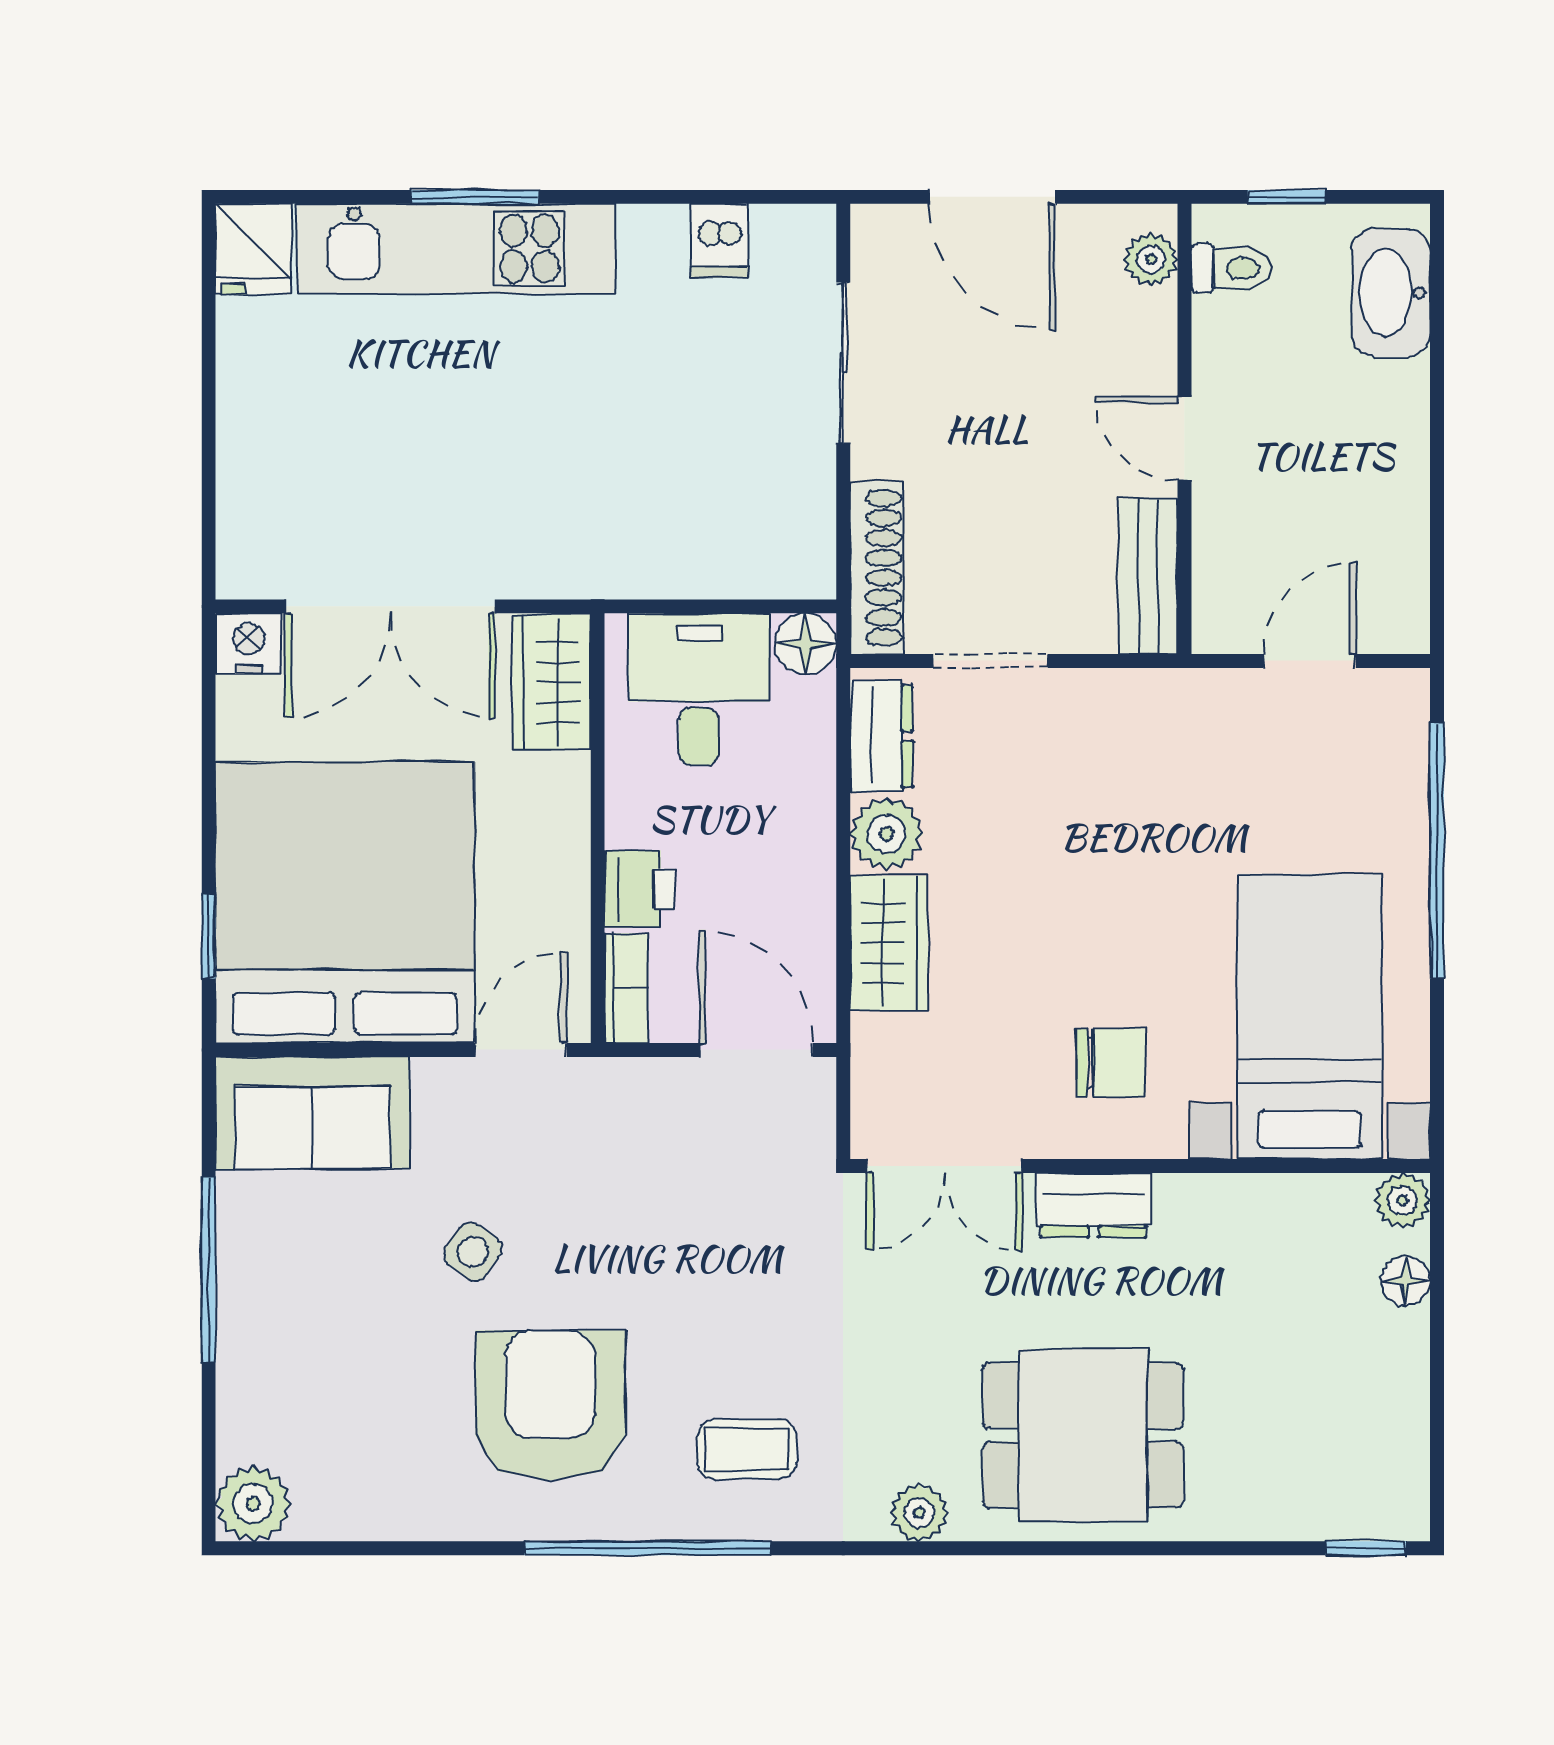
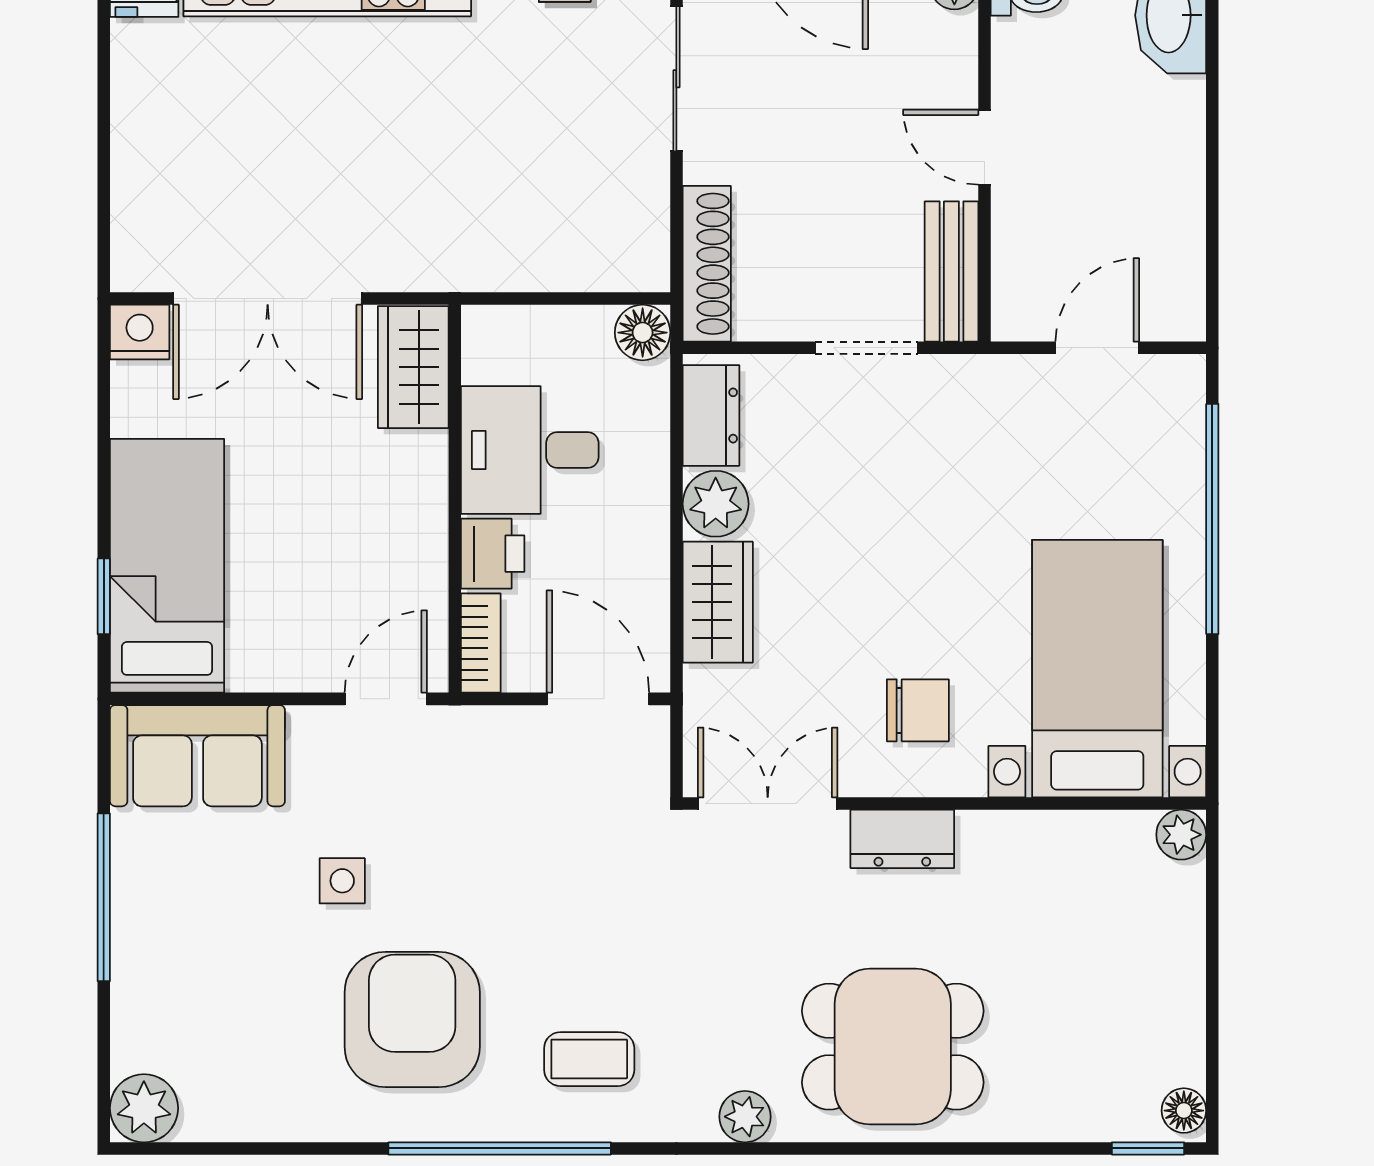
doorway: (990, 661) -> (866, 348), moved
desk: (699, 689) -> (530, 450), moved, turned -90
bed: (345, 903) -> (167, 566), width x0.49
double door: (944, 1166) -> (768, 804), swing flipped
side table: (473, 1252) -> (342, 881), turned -36
floor lamp: (1406, 1281) -> (1184, 1111), moved

